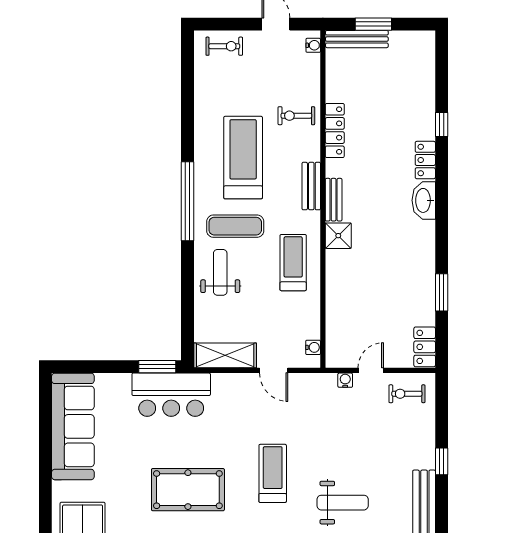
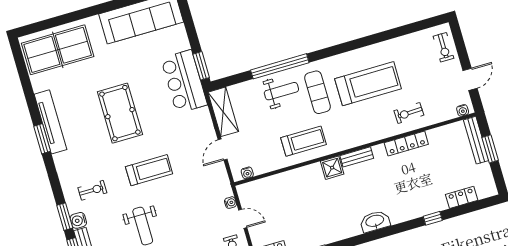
exercise bike: (296, 116) -> (409, 113), turned -92
locker: (425, 160) -> (462, 197), moved
bench: (311, 186) -> (362, 138), removed
window: (187, 201) -> (280, 66), moved

